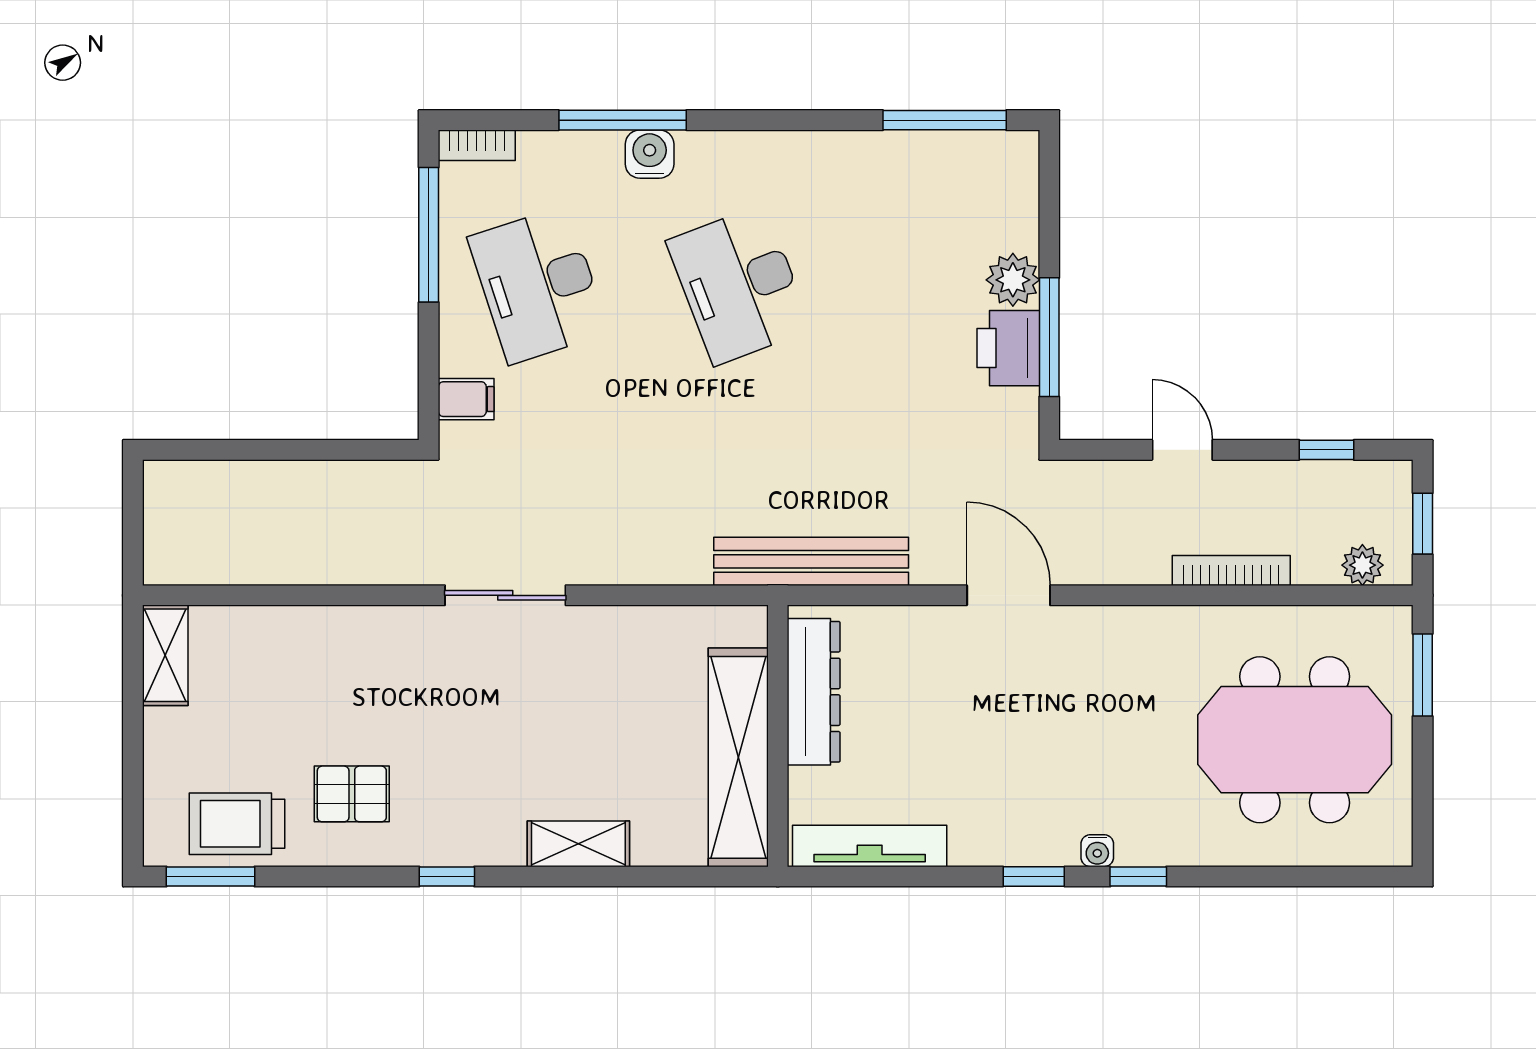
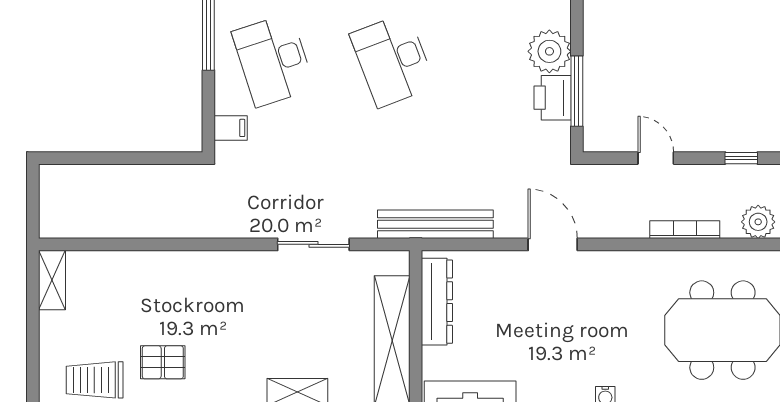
plant: (1013, 280) -> (549, 51), width x1.36, depth x1.36
plant: (1362, 565) -> (758, 222), width x1.38, depth x1.38
sliding door: (505, 595) -> (313, 244), moved

